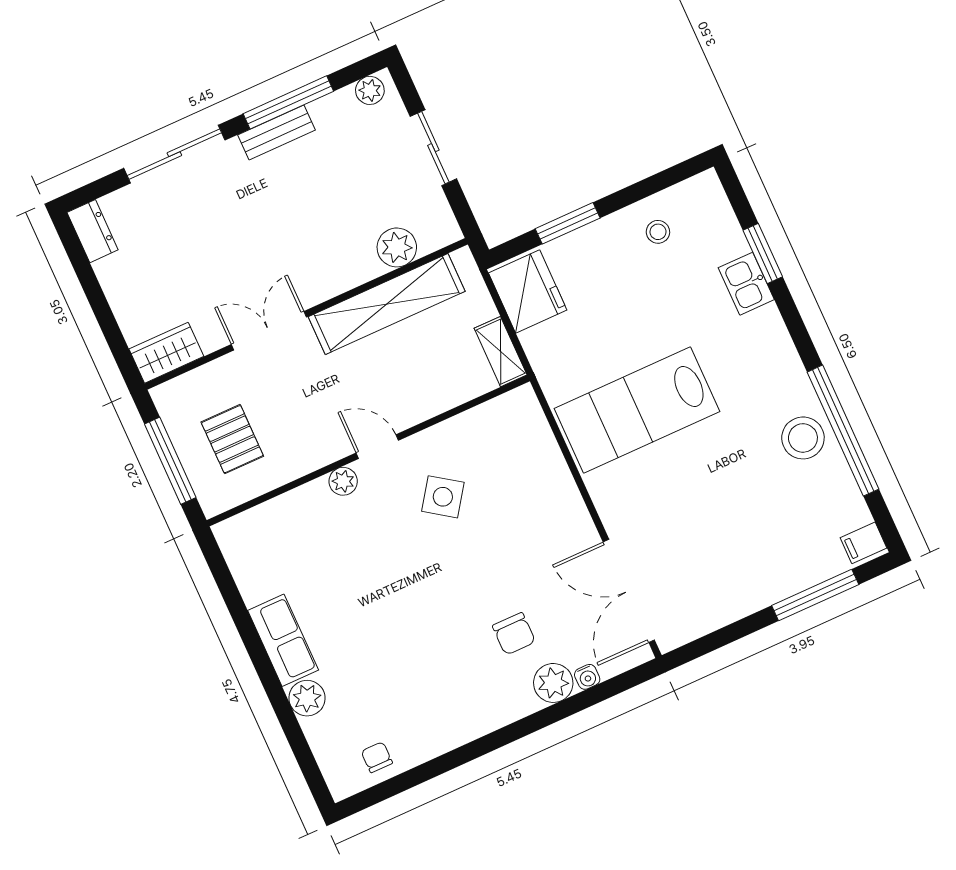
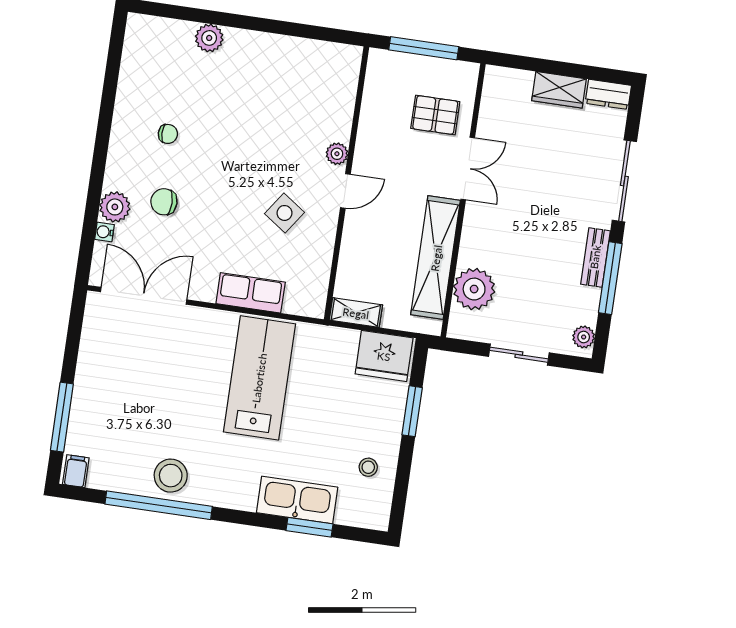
plant: (397, 247) -> (474, 289), width x1.36, depth x1.36
kitchen sink: (746, 284) -> (297, 500), width x1.87, depth x1.24
wardrobe: (166, 353) -> (559, 90), moved, turned 90
pallet: (232, 439) -> (435, 115), moved
row of seats: (283, 640) -> (251, 293), moved, turned 180
chair: (377, 757) -> (168, 134), moved

